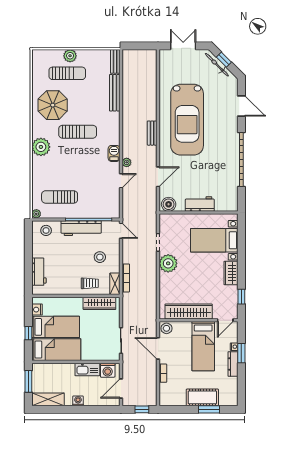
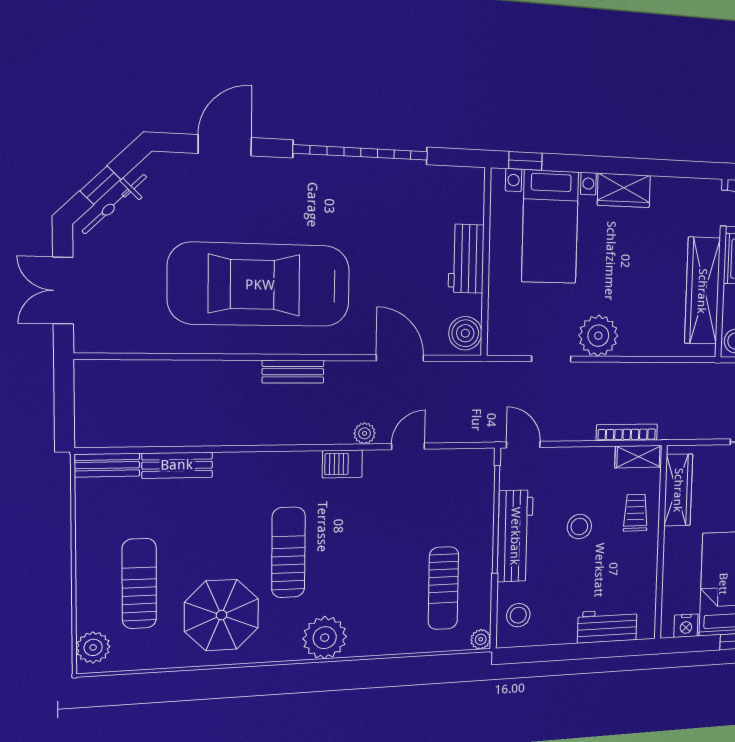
plant: (70, 56) -> (93, 647), moved
bench: (115, 93) -> (177, 465), width x0.73
car: (187, 120) -> (260, 285), turned 180
door: (121, 181) -> (408, 446), hinge flipped
door: (121, 231) -> (523, 445), hinge flipped
stool: (100, 257) -> (579, 527), moved
window: (241, 297) -> (525, 161), moved

